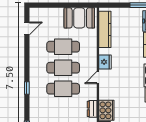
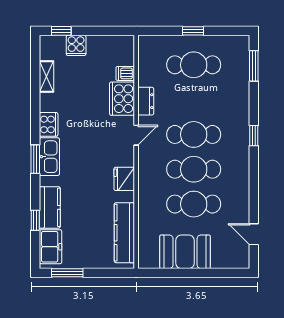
booth: (79, 18) -> (185, 252), moved
door: (27, 28) -> (254, 234), hinge flipped
door: (98, 77) -> (136, 135), moved

